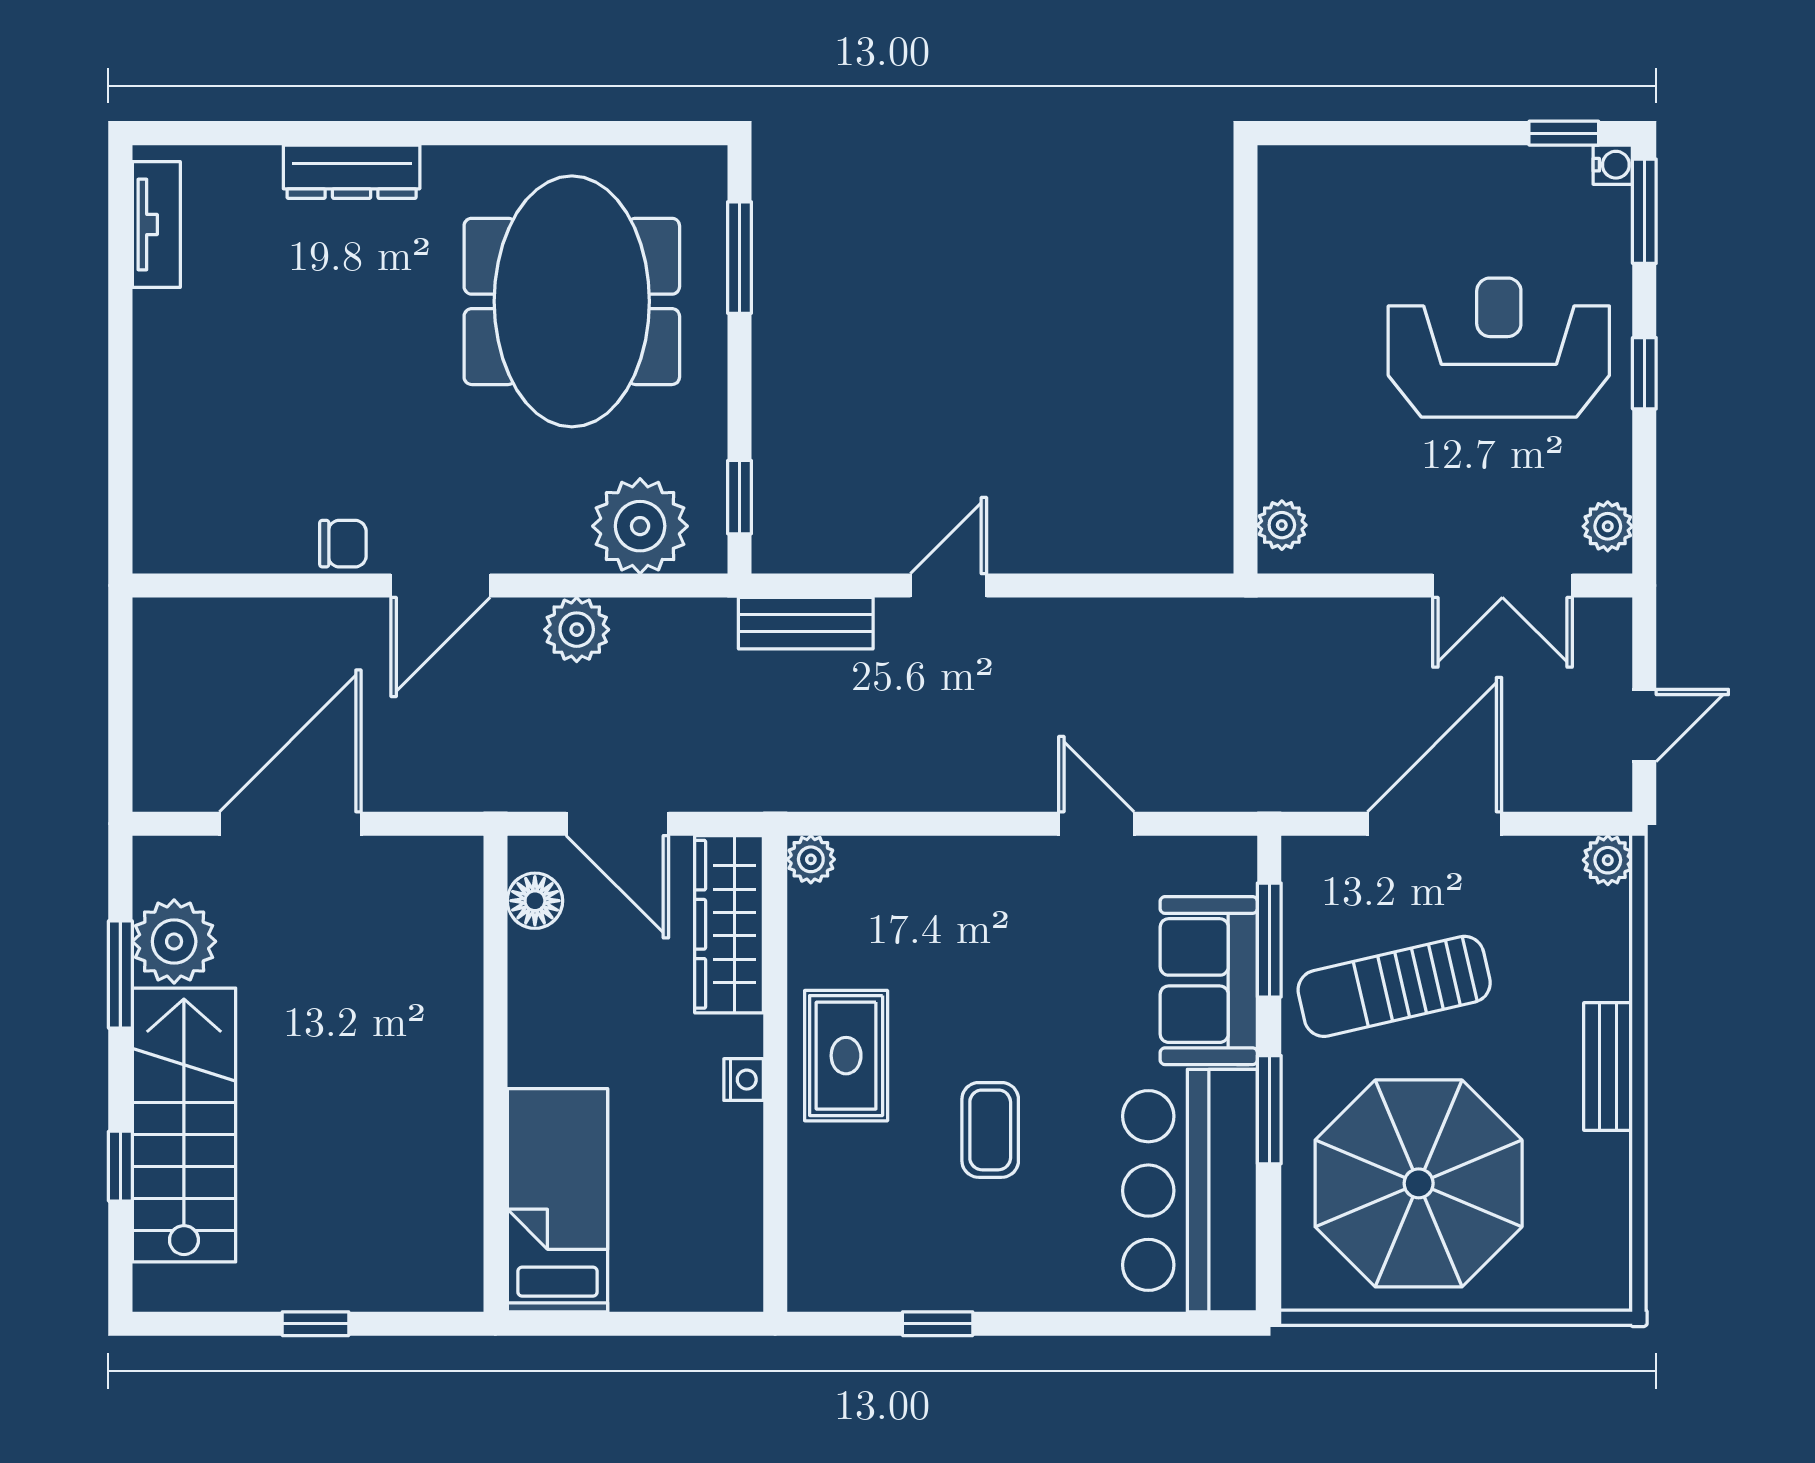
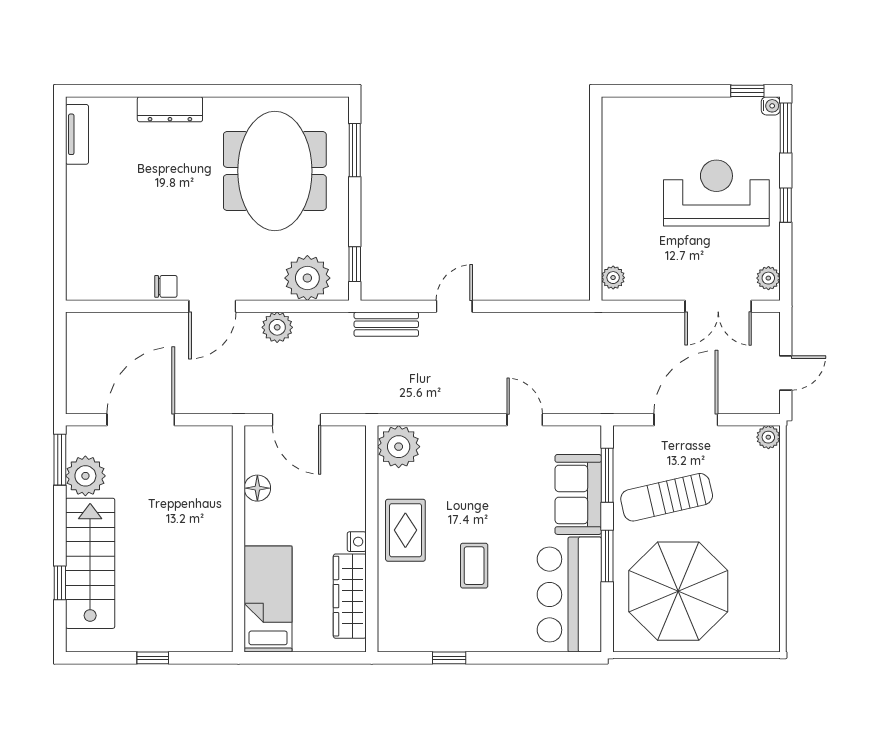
plant: (811, 859) -> (399, 447), width x1.88, depth x1.88
floor lamp: (535, 901) -> (257, 488), moved
wardrobe: (729, 924) -> (350, 596), moved
window: (120, 975) -> (60, 460), moved
bench: (1608, 1067) -> (768, 535), removed

